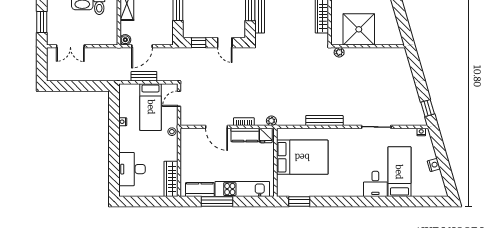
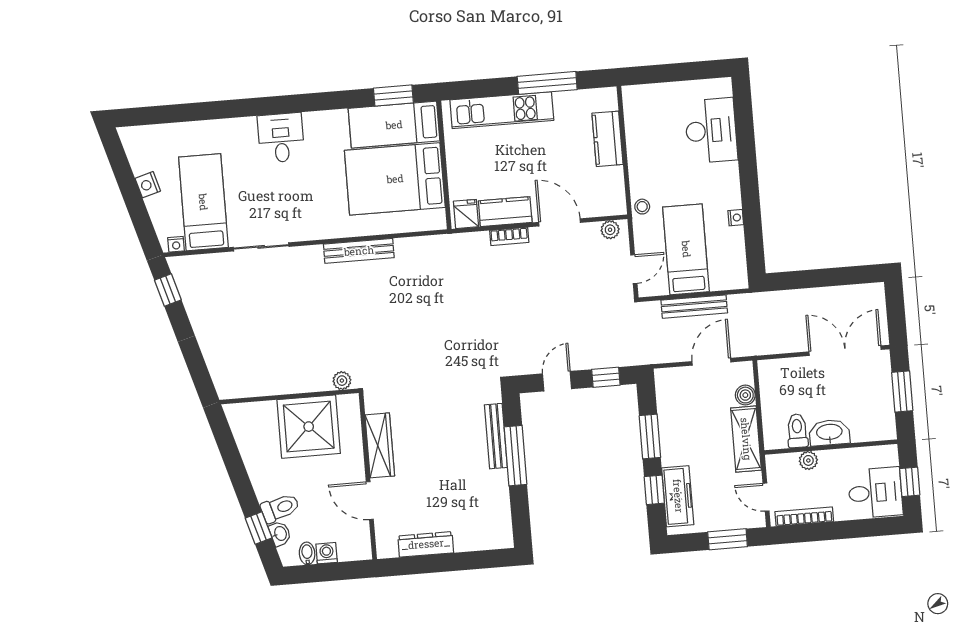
boiler: (125, 40) -> (745, 395), moved
door: (225, 43) -> (557, 381), hinge flipped
double door: (70, 46) -> (845, 351), width x1.37
bench: (144, 76) -> (694, 307), width x1.36
plant: (271, 121) -> (610, 230), moved
bed: (399, 172) -> (203, 202), moved, turned 180
wardrobe: (171, 179) -> (637, 118), removed
desk: (375, 184) -> (281, 138), moved
bed: (300, 186) -> (394, 125), added
kitchen counter: (200, 190) -> (607, 139), moved, turned 90

